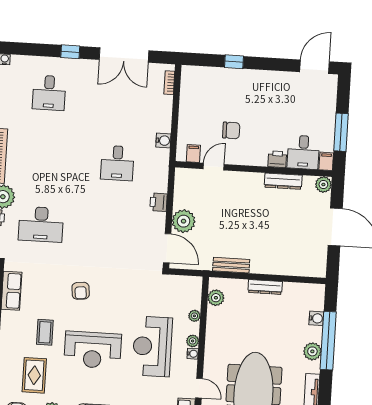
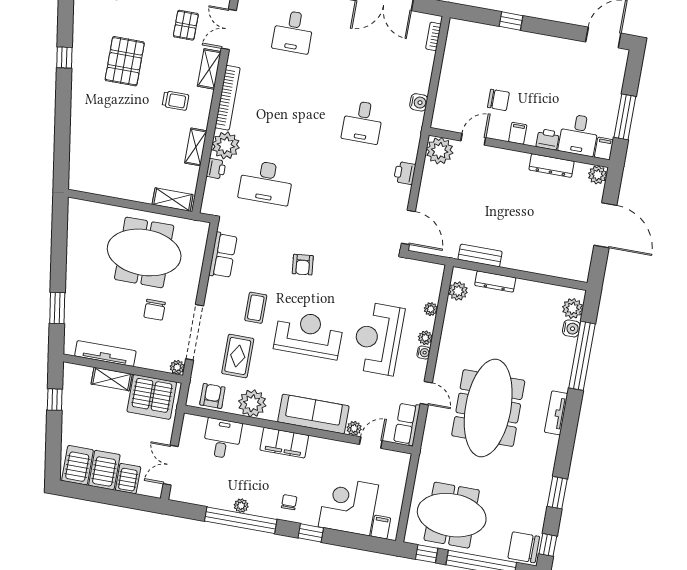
filing cabinet: (193, 153) -> (518, 133), moved
plant: (184, 221) -> (440, 151), moved
dresser: (265, 287) -> (495, 282), moved
reception desk: (93, 350) -> (309, 335), turned 180
plant: (312, 351) -> (573, 308), moved

